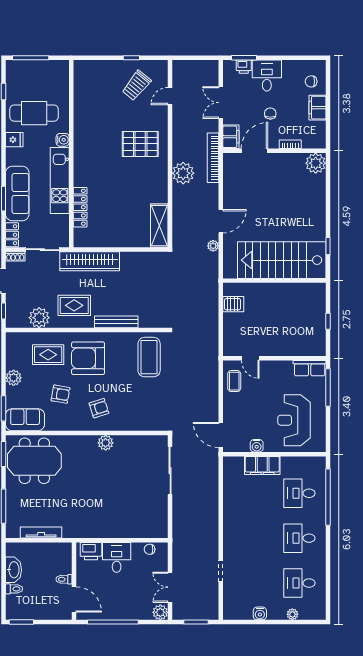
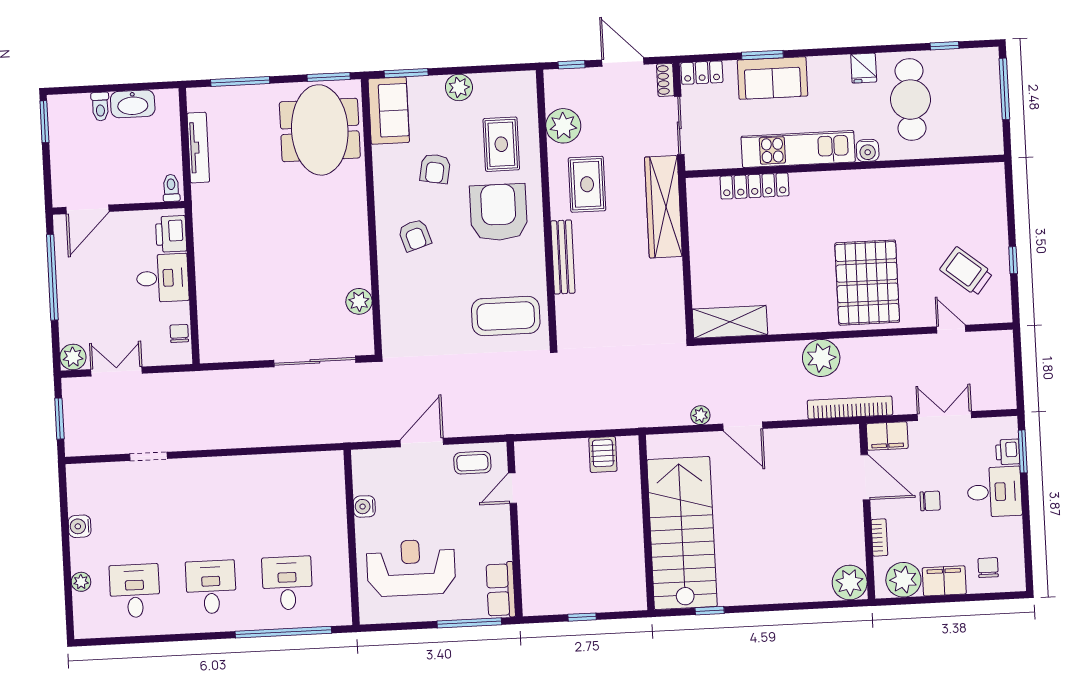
plant: (316, 132) -> (903, 580), added
pallet: (140, 144) -> (867, 283), width x1.37, depth x1.41
sofa: (17, 193) -> (772, 78), width x0.73
door: (221, 435) -> (422, 442), moved
plant: (106, 443) -> (359, 301), moved
filing cabinet: (262, 465) -> (331, 518), removed
toilet: (64, 579) -> (171, 188), moved

